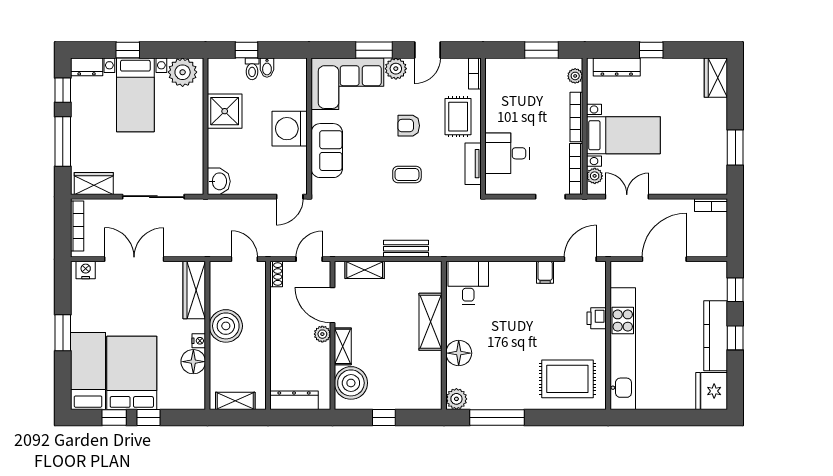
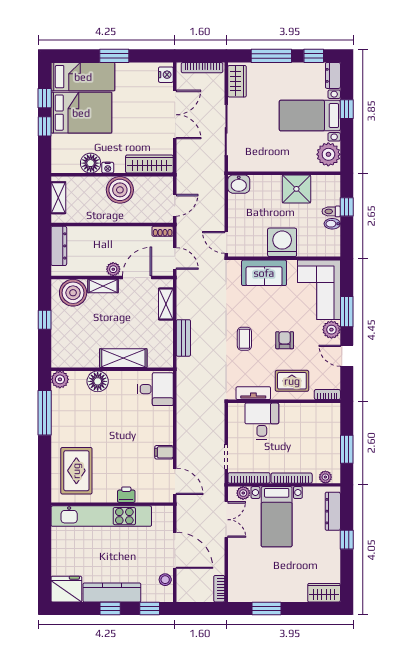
stool: (700, 271) -> (165, 580), added

